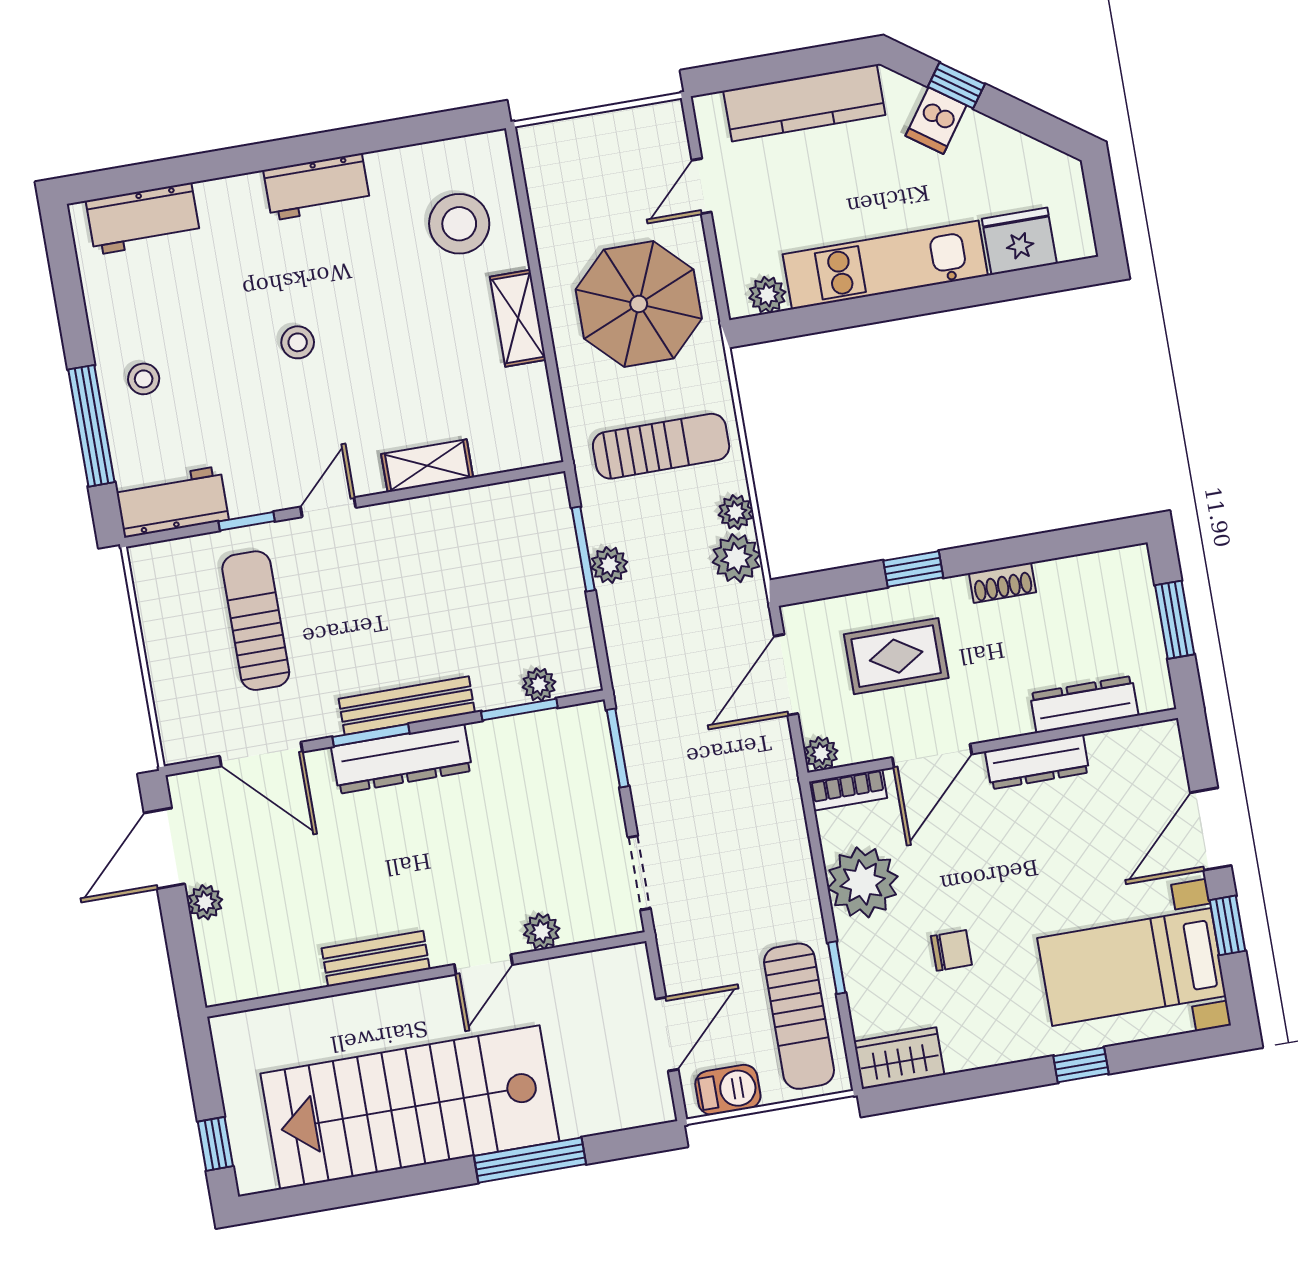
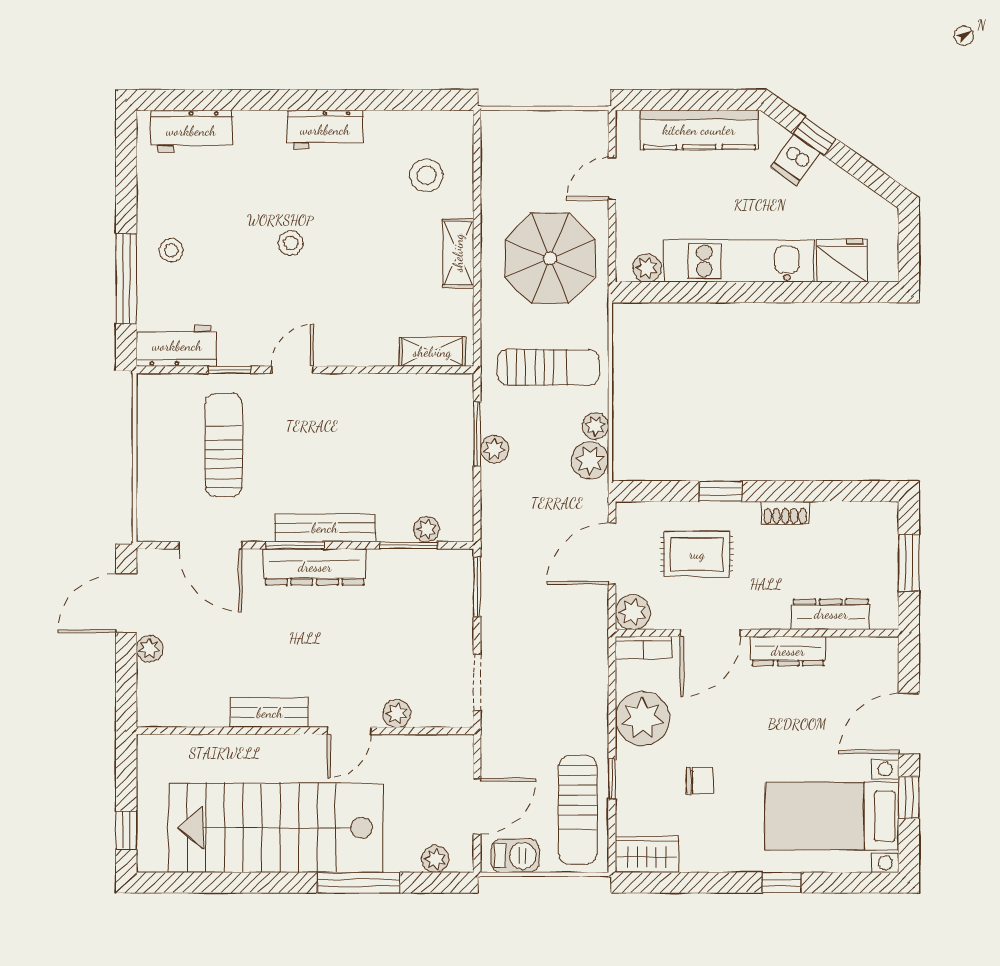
stool: (459, 224) -> (426, 175), width x0.73, depth x0.73
shelving: (427, 466) -> (432, 352), moved
plant: (821, 753) -> (633, 612), width x1.38, depth x1.38
plant: (624, 1112) -> (435, 859), added

